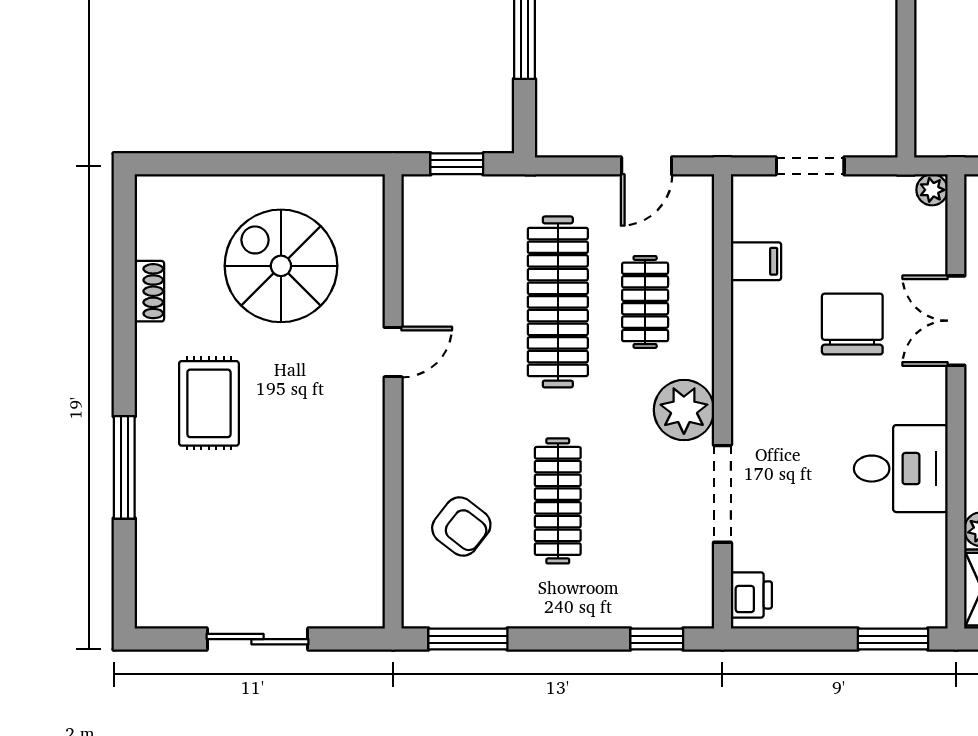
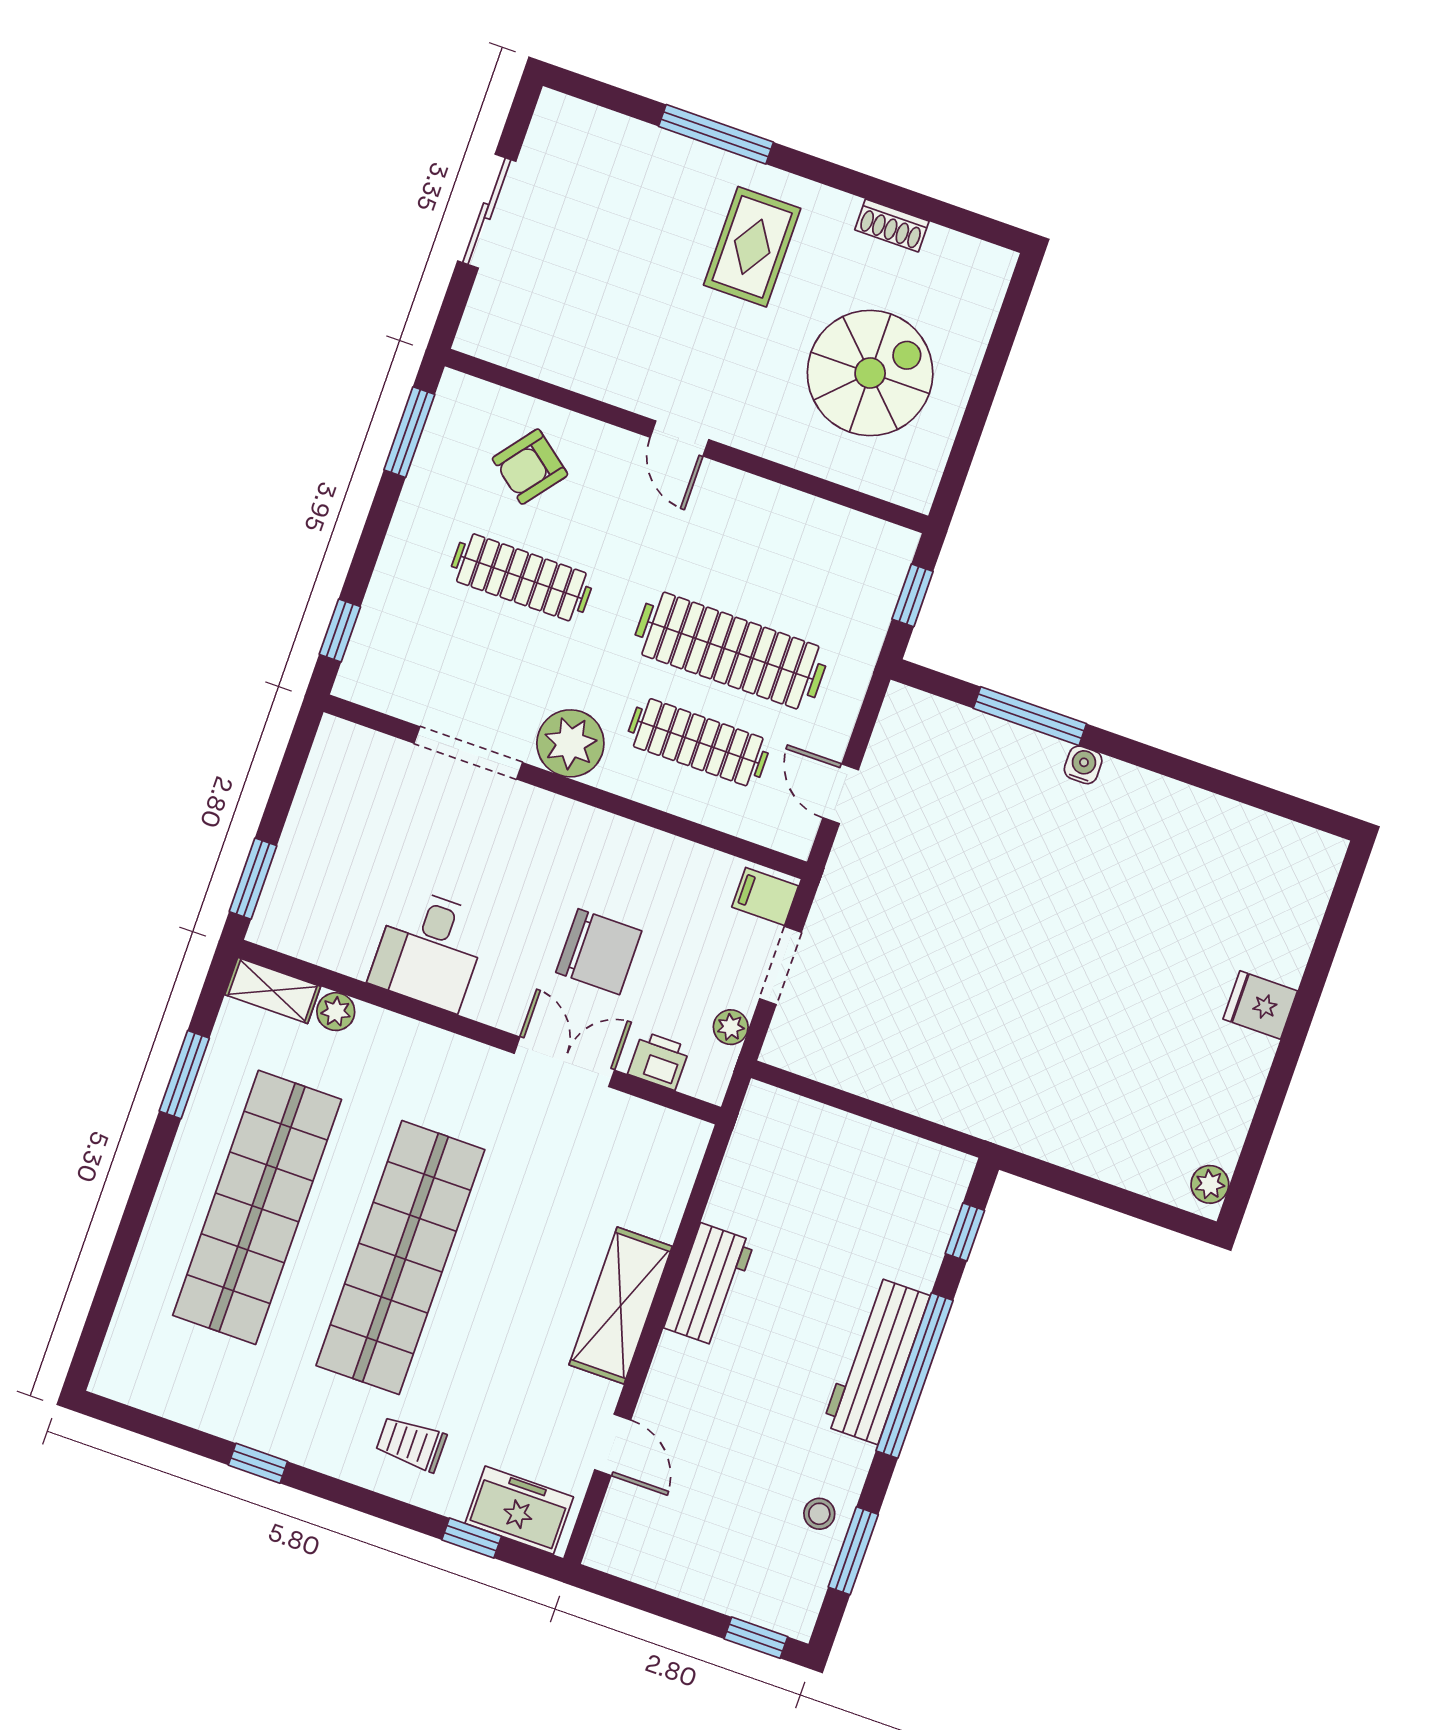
plant: (932, 190) -> (731, 1027), moved
filing cabinet: (756, 261) -> (765, 896), moved, turned 90
clothes rail: (645, 302) -> (698, 742), width x1.36
door: (393, 352) -> (679, 439), moved
rug: (209, 403) -> (752, 247), turned 90
printer: (751, 595) -> (659, 1061), moved, turned 180

